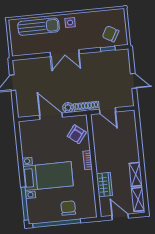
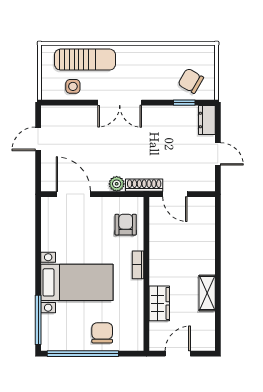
side table: (70, 23) -> (73, 86), moved
dresser: (124, 59) -> (207, 120), added
door: (51, 116) -> (73, 194), moved
armchair: (77, 134) -> (126, 225), turned 142
shelving: (138, 199) -> (207, 330), removed
door: (120, 217) -> (178, 354), hinge flipped

